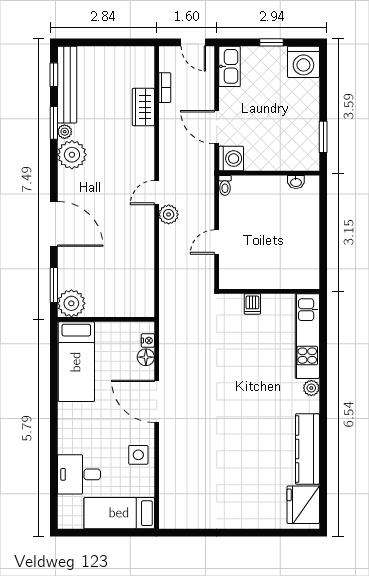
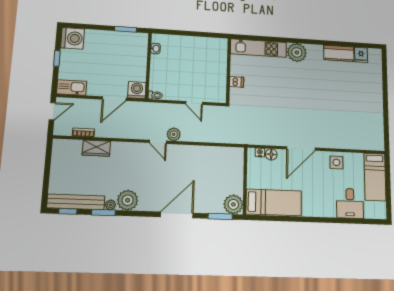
plant: (311, 388) -> (297, 52), width x1.88, depth x1.88
kitchen counter: (307, 449) -> (339, 53), width x0.67
fridge: (303, 505) -> (361, 55), width x0.53, depth x0.75

